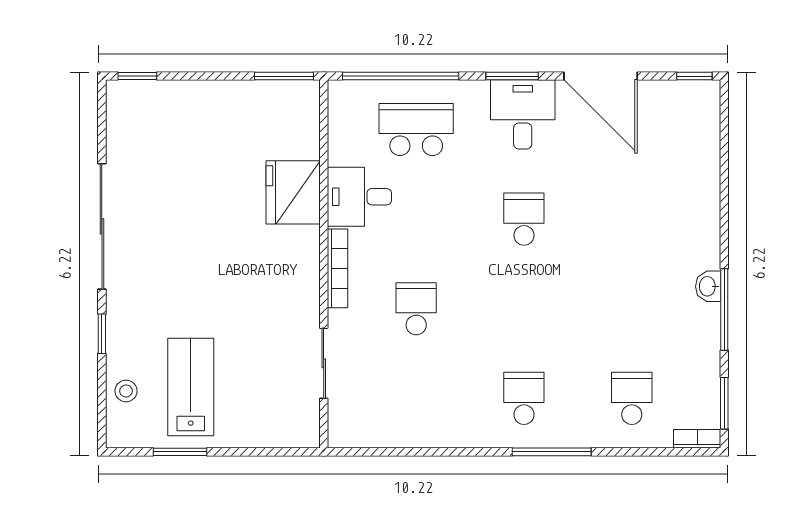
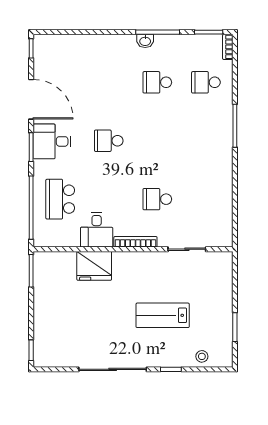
door: (601, 76) -> (31, 99), hinge flipped
lab bench: (191, 387) -> (163, 315), moved
school desk: (524, 398) -> (157, 82), moved

